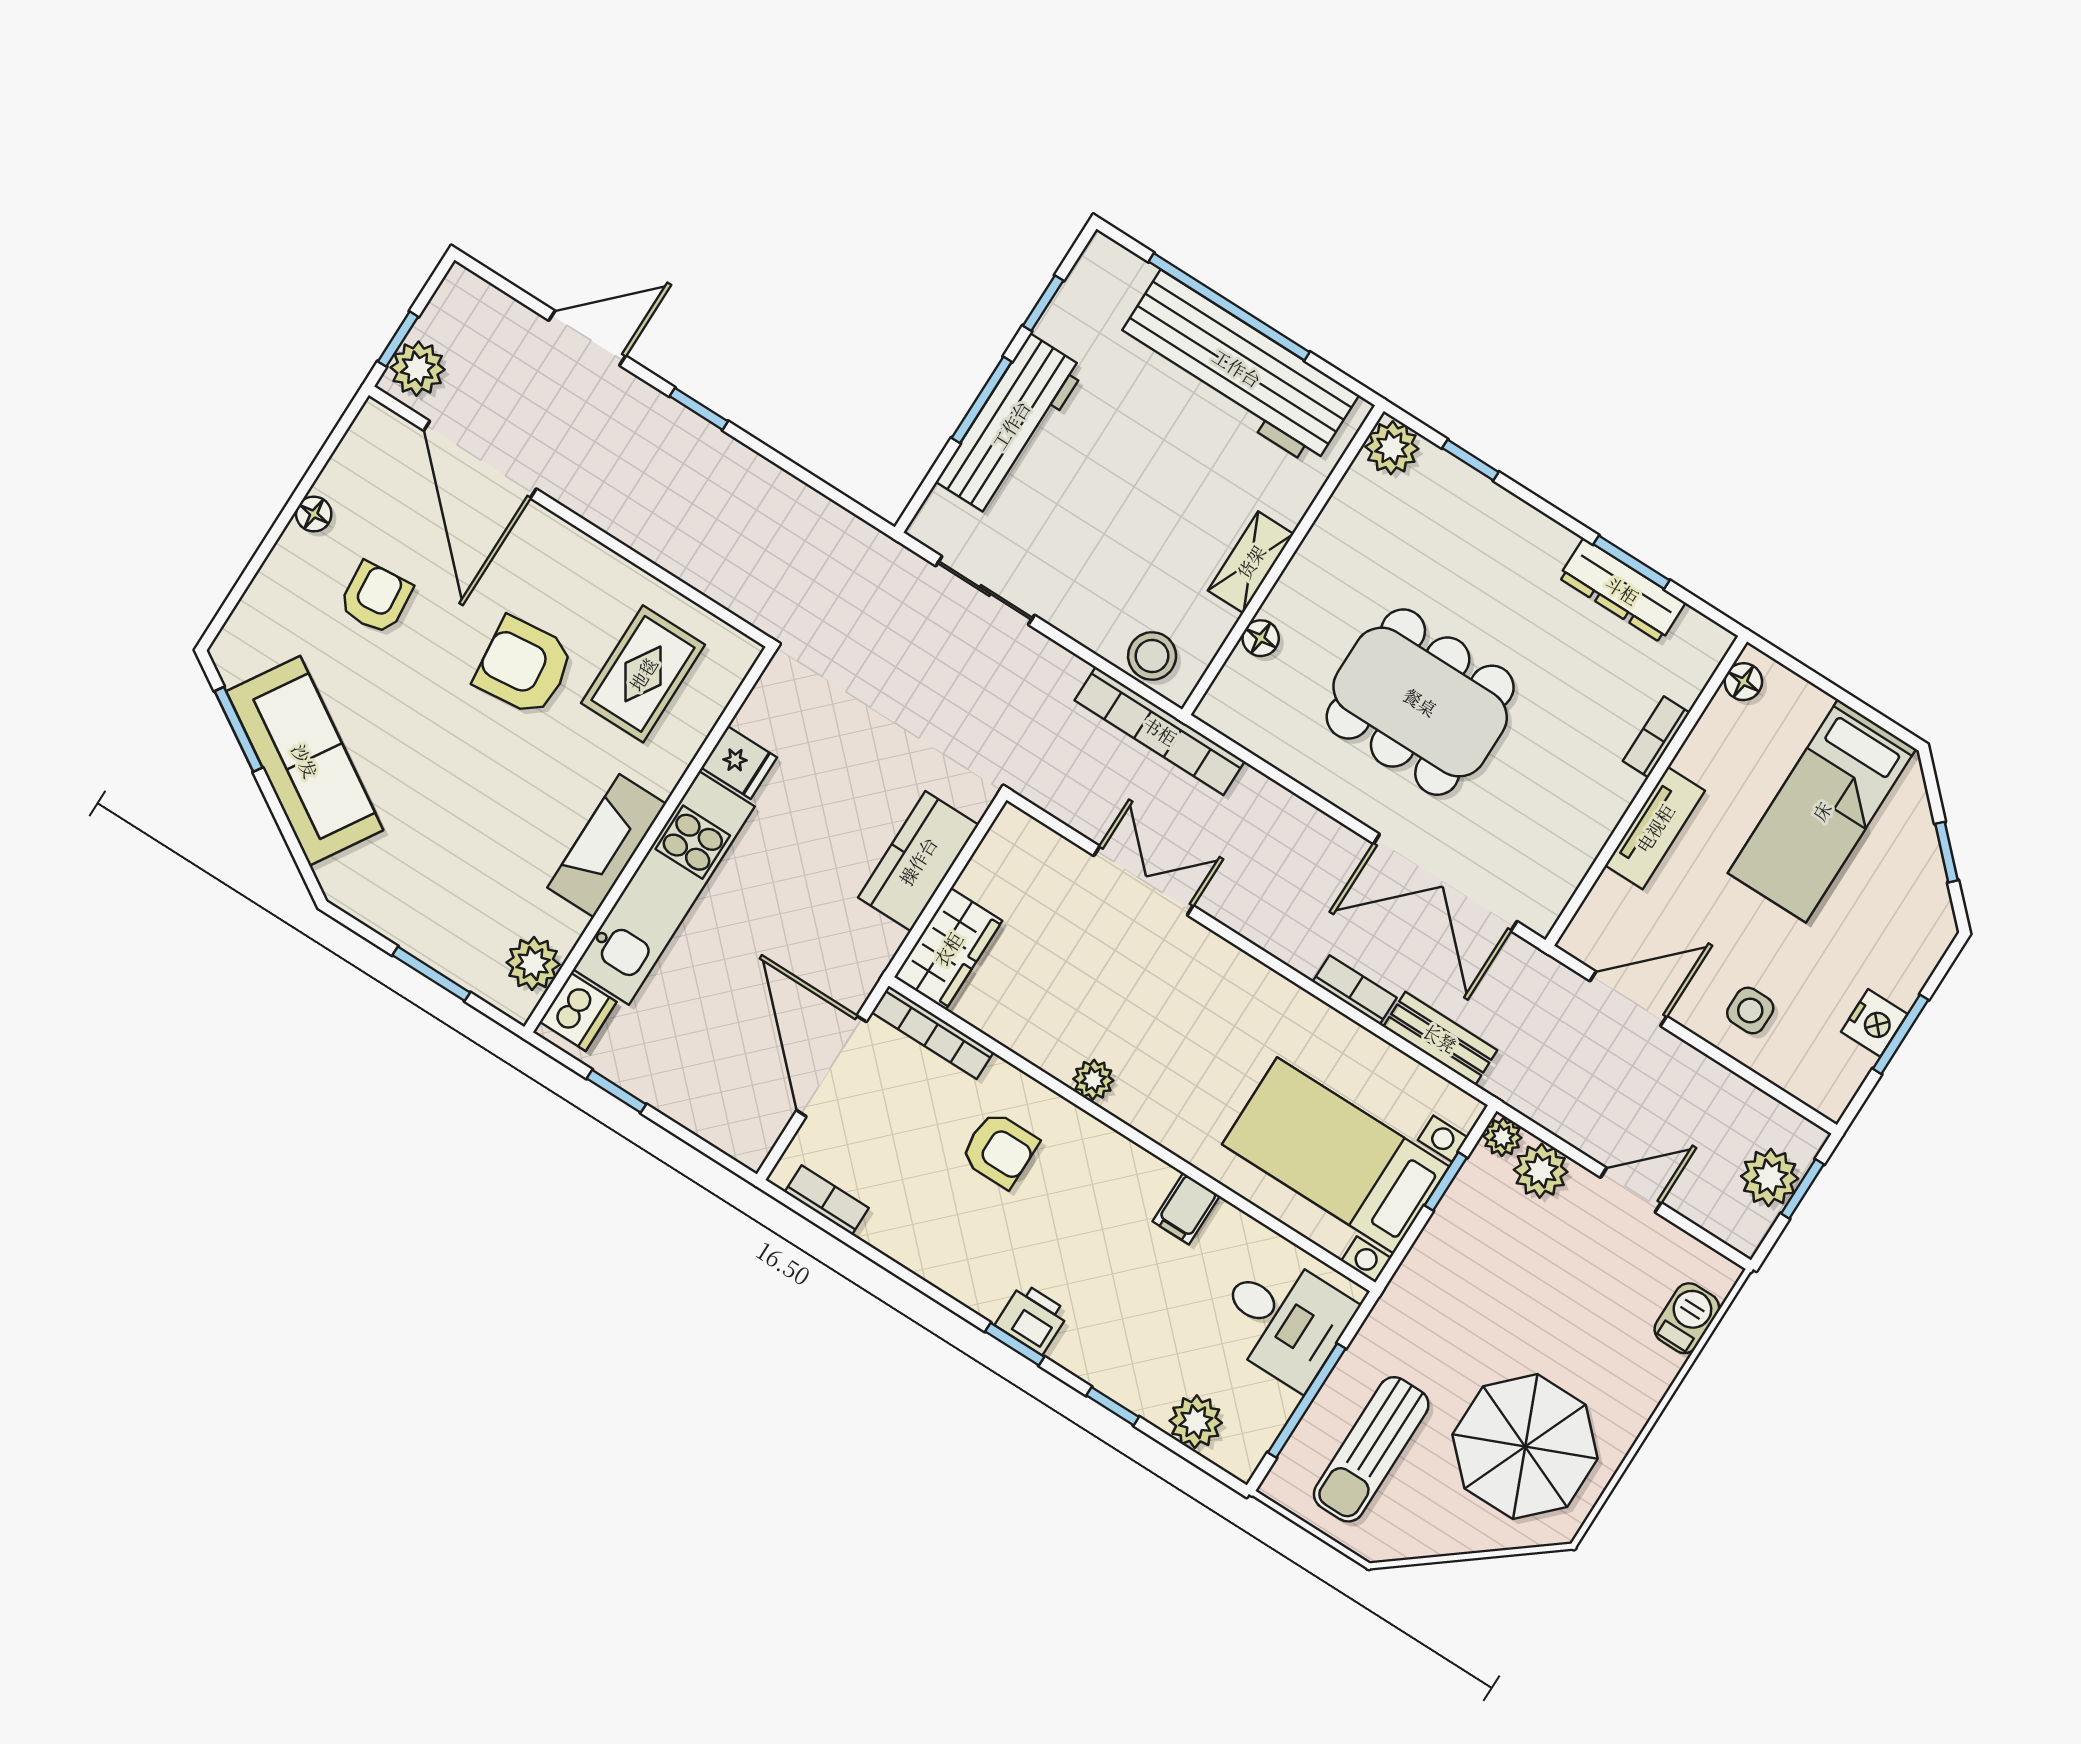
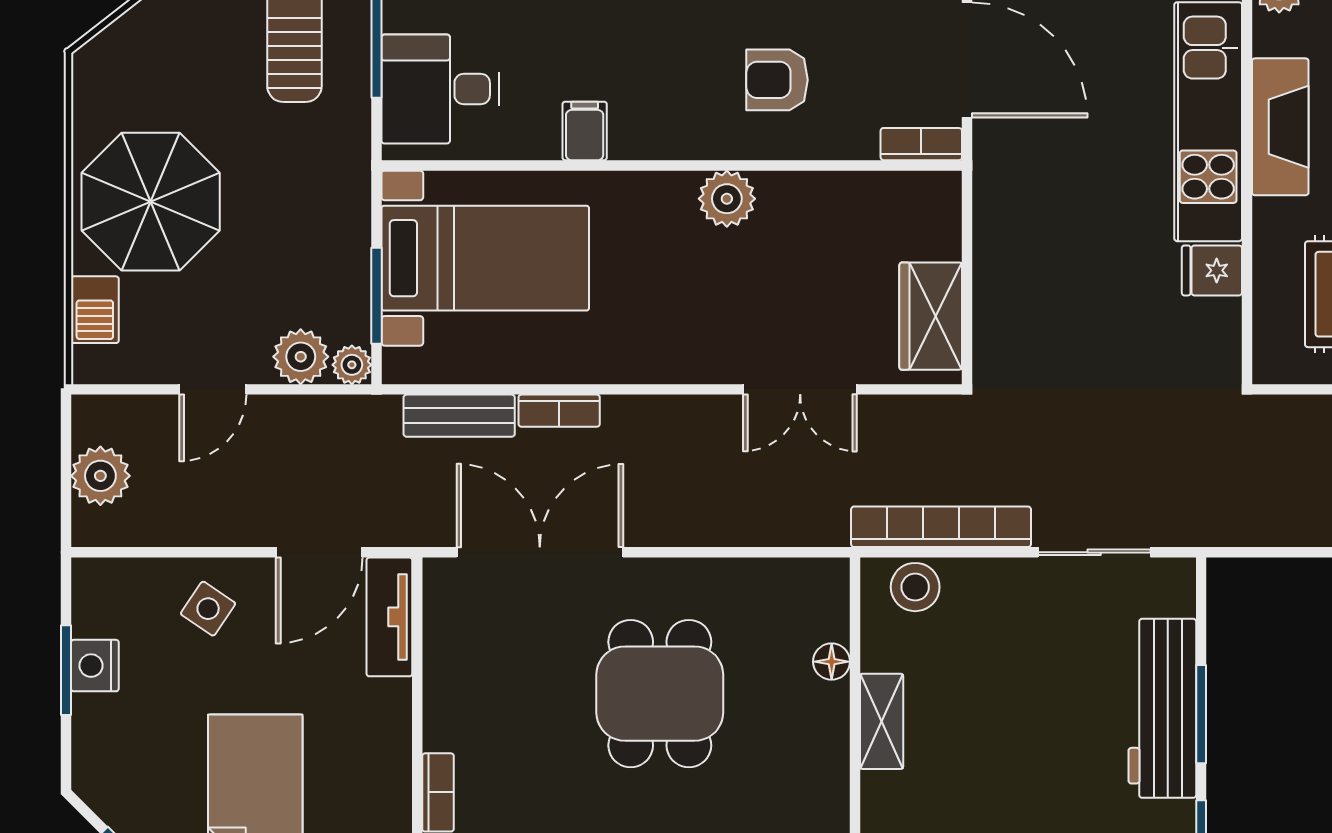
dining table: (1420, 702) -> (660, 694), width x0.73
bookcase: (1160, 731) -> (941, 527), moved
tv unit: (1655, 828) -> (389, 617), moved
kitchen counter: (918, 861) -> (1004, 283), removed
wardrobe: (948, 949) -> (931, 316), moved
side table: (1750, 1010) -> (208, 609), turned 34
bookcase: (933, 1032) -> (921, 144), width x0.64
plant: (1093, 1080) -> (727, 199), width x1.38, depth x1.38
window: (1446, 1181) -> (376, 296), width x1.50
window: (1802, 1189) -> (66, 484), removed
parasol: (1525, 1447) -> (151, 202), moved

